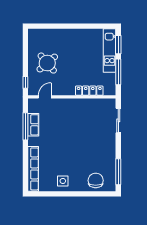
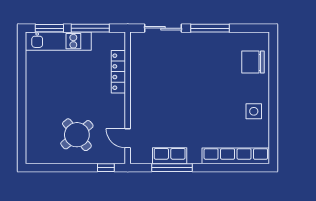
window: (118, 172) -> (210, 28), moved

